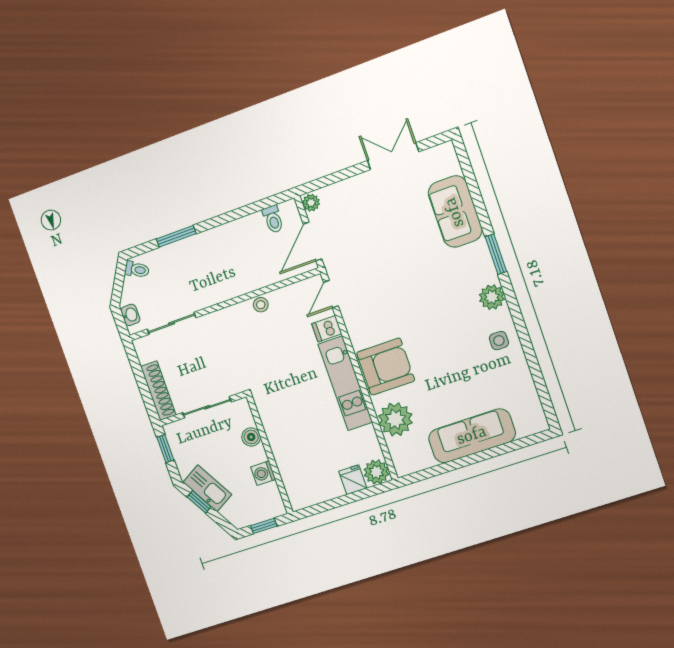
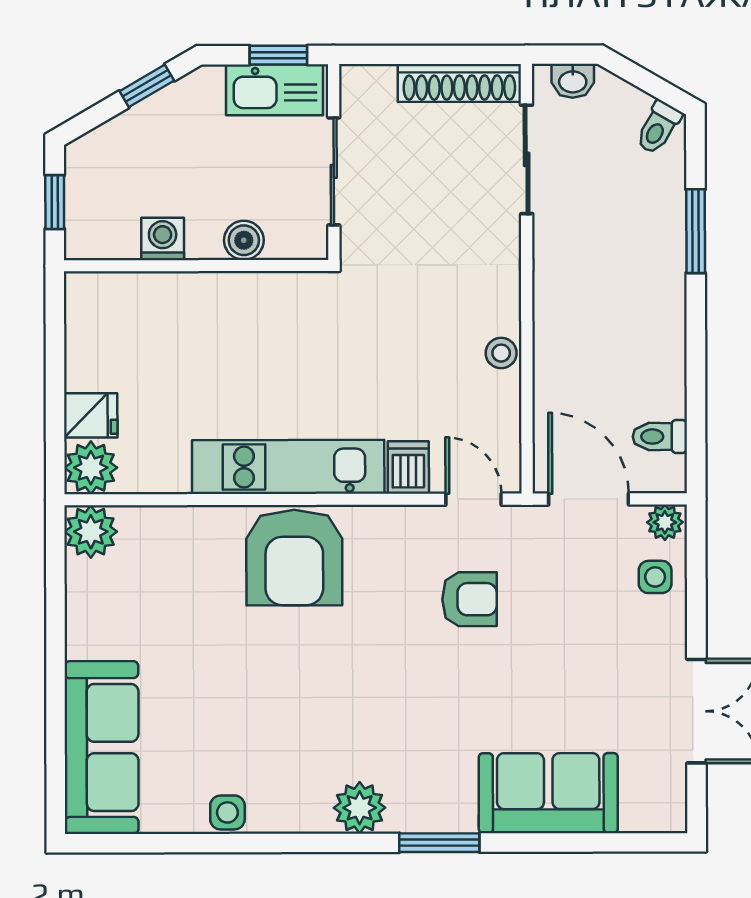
side table: (338, 198) -> (655, 577), added
armchair: (377, 280) -> (470, 599), added
side table: (499, 341) -> (227, 812), moved
shoe rack: (158, 391) -> (459, 83), moved
plant: (395, 419) -> (91, 532), moved, width x0.73, depth x0.73
sofa: (472, 436) -> (102, 748), moved
kitchen sink: (207, 488) -> (275, 90), moved, turned 30

